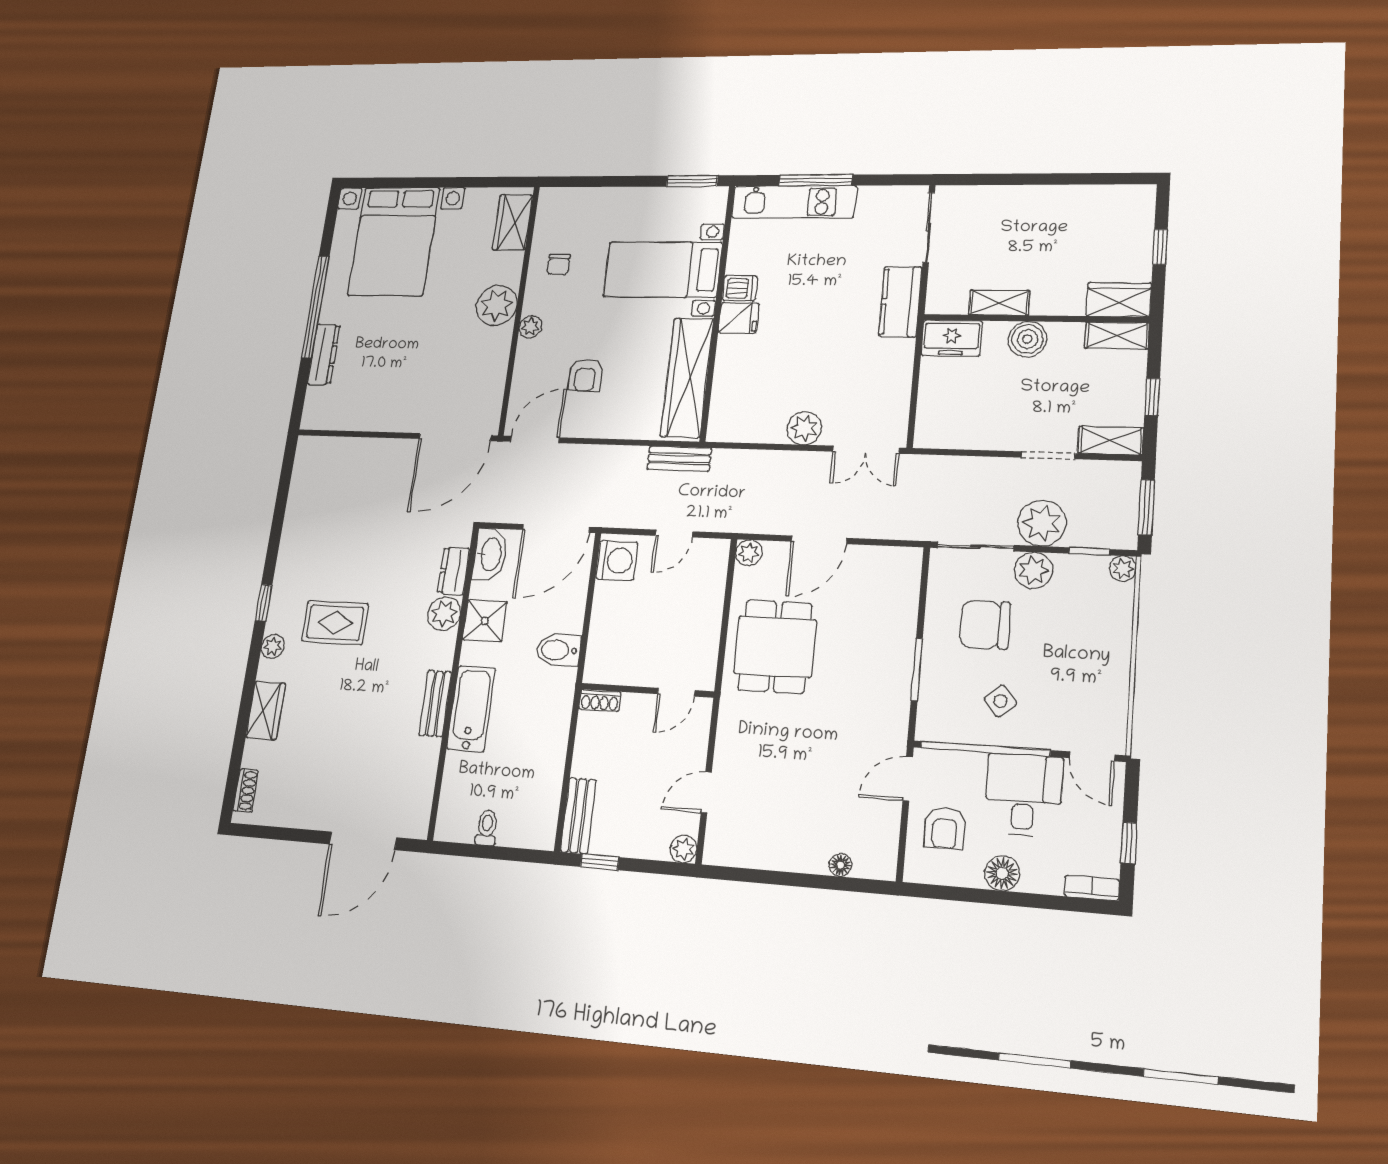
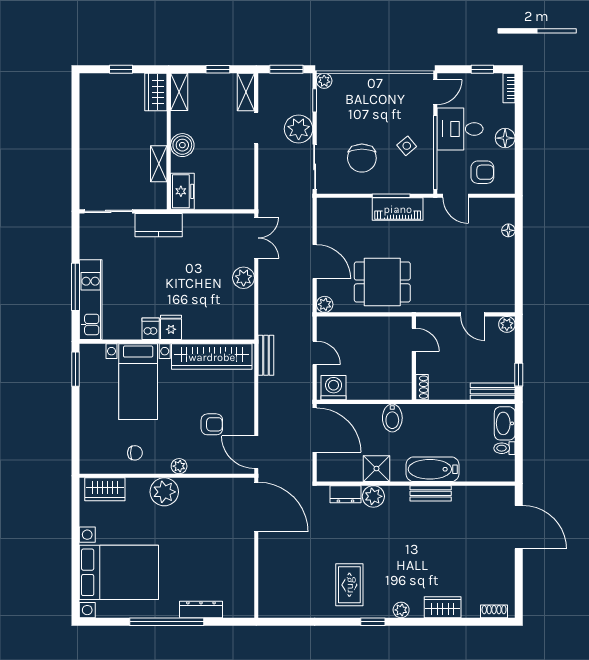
washbasin: (490, 554) -> (505, 423), moved, turned -90
plant: (1033, 570) -> (328, 132), removed
rug: (335, 623) -> (349, 585), moved
piano: (893, 679) -> (398, 209), added

